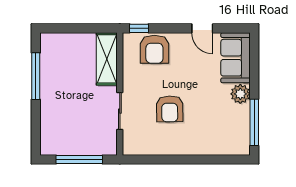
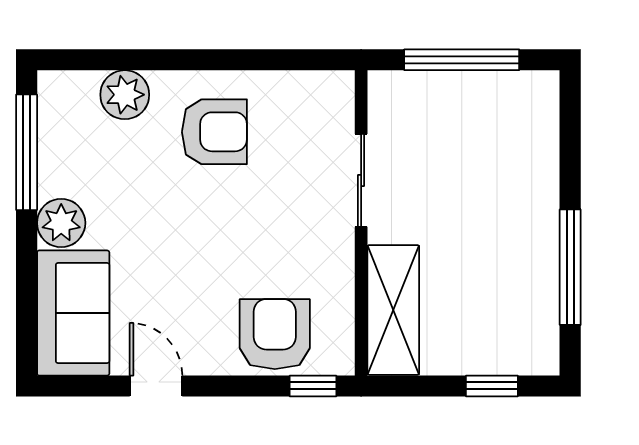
window: (67, 28) -> (492, 386), added
armchair: (170, 109) -> (214, 132), moved, turned 91
plant: (215, 145) -> (125, 95), added

